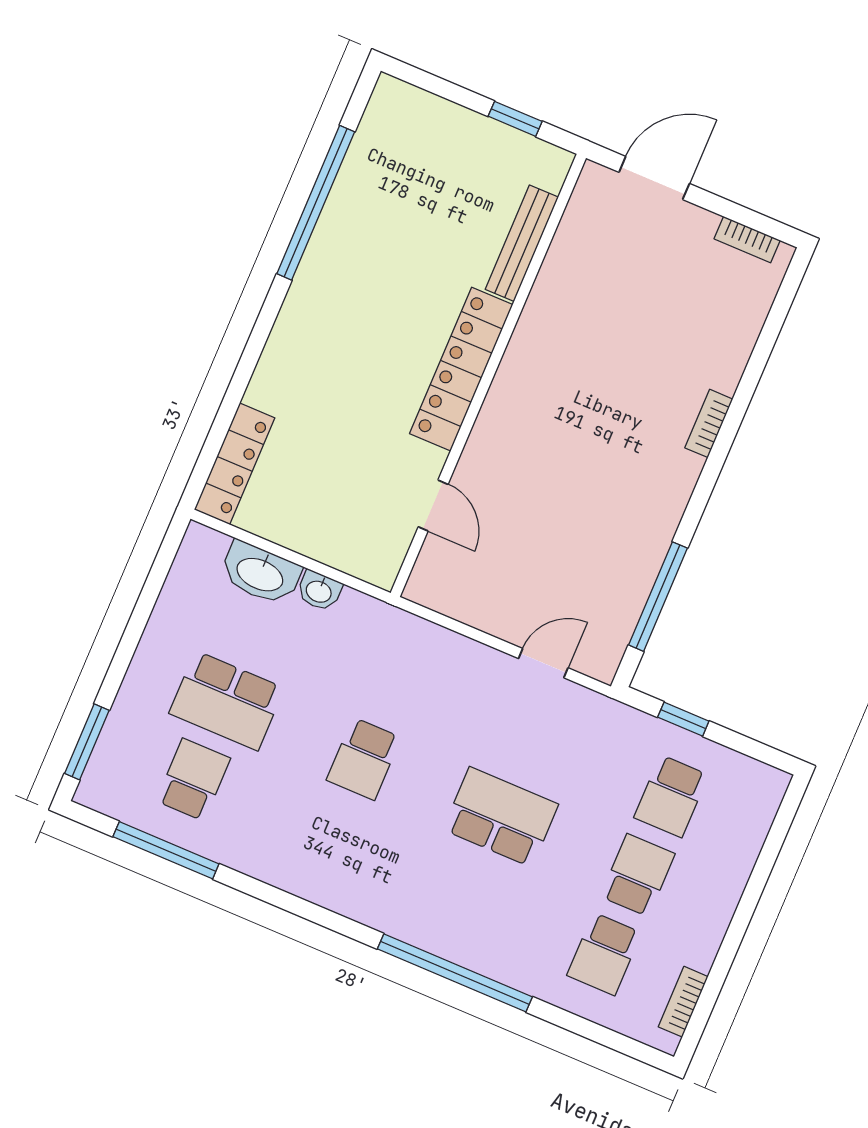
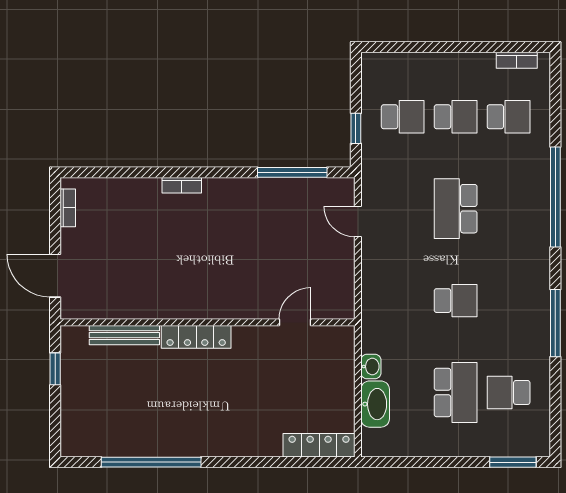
locker: (461, 369) -> (196, 337), width x0.71, depth x0.83
window: (166, 850) -> (555, 323), moved
school desk: (638, 875) -> (456, 117), turned 180

